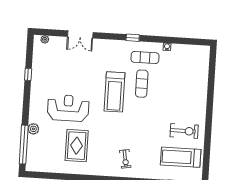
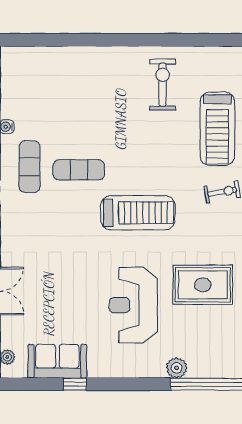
sofa: (41, 66) -> (57, 361), added
treadmill: (114, 92) -> (138, 213), moved
treadmill: (181, 157) -> (217, 129), moved

